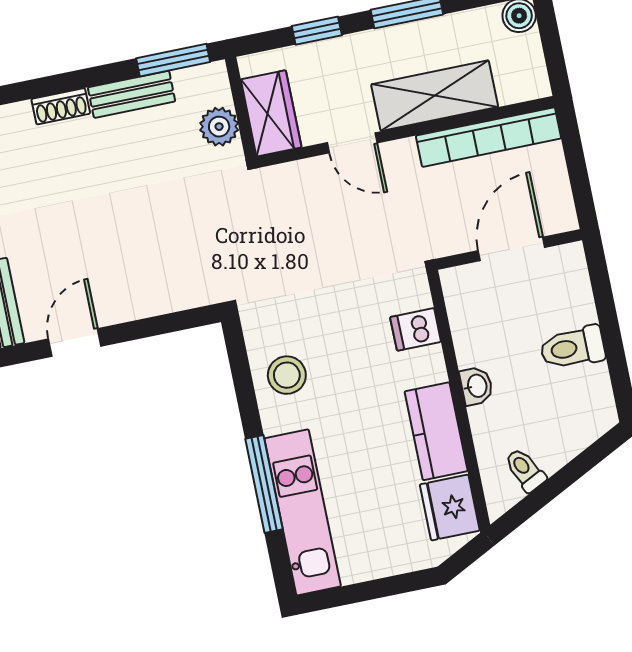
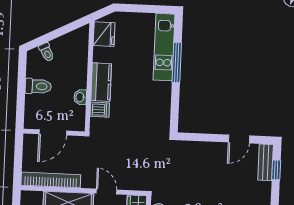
stool: (287, 375) -> (156, 104), removed
washbasin: (476, 386) -> (80, 97), moved
kitchen counter: (436, 431) -> (101, 82), moved
toilet: (525, 470) -> (46, 52), moved

